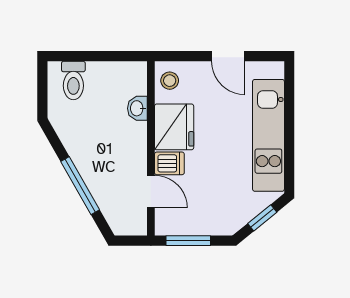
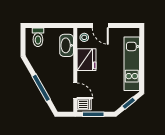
door: (228, 56) -> (100, 26), moved
washbasin: (137, 108) -> (67, 45), width x1.91, depth x1.45
dishwasher: (169, 163) -> (84, 104), moved

